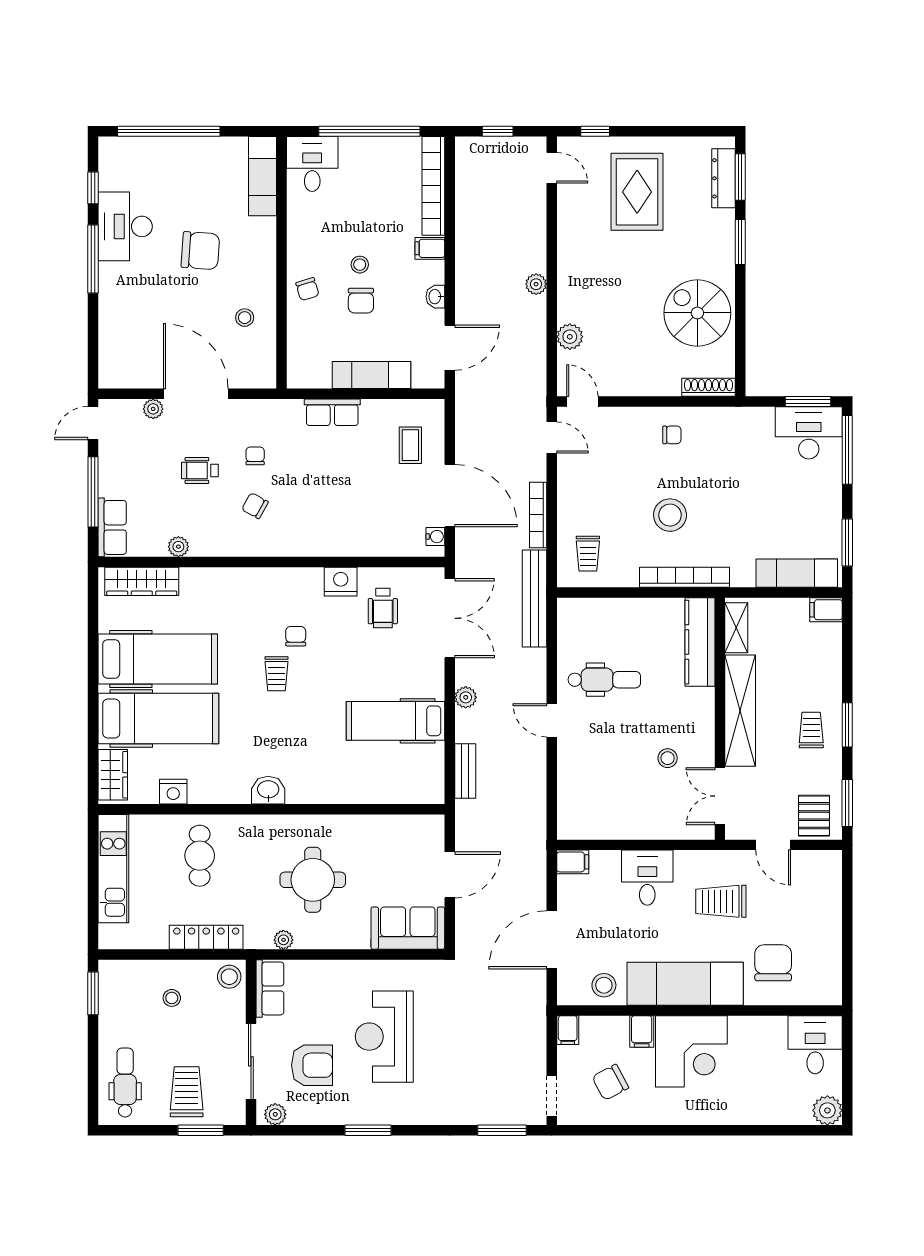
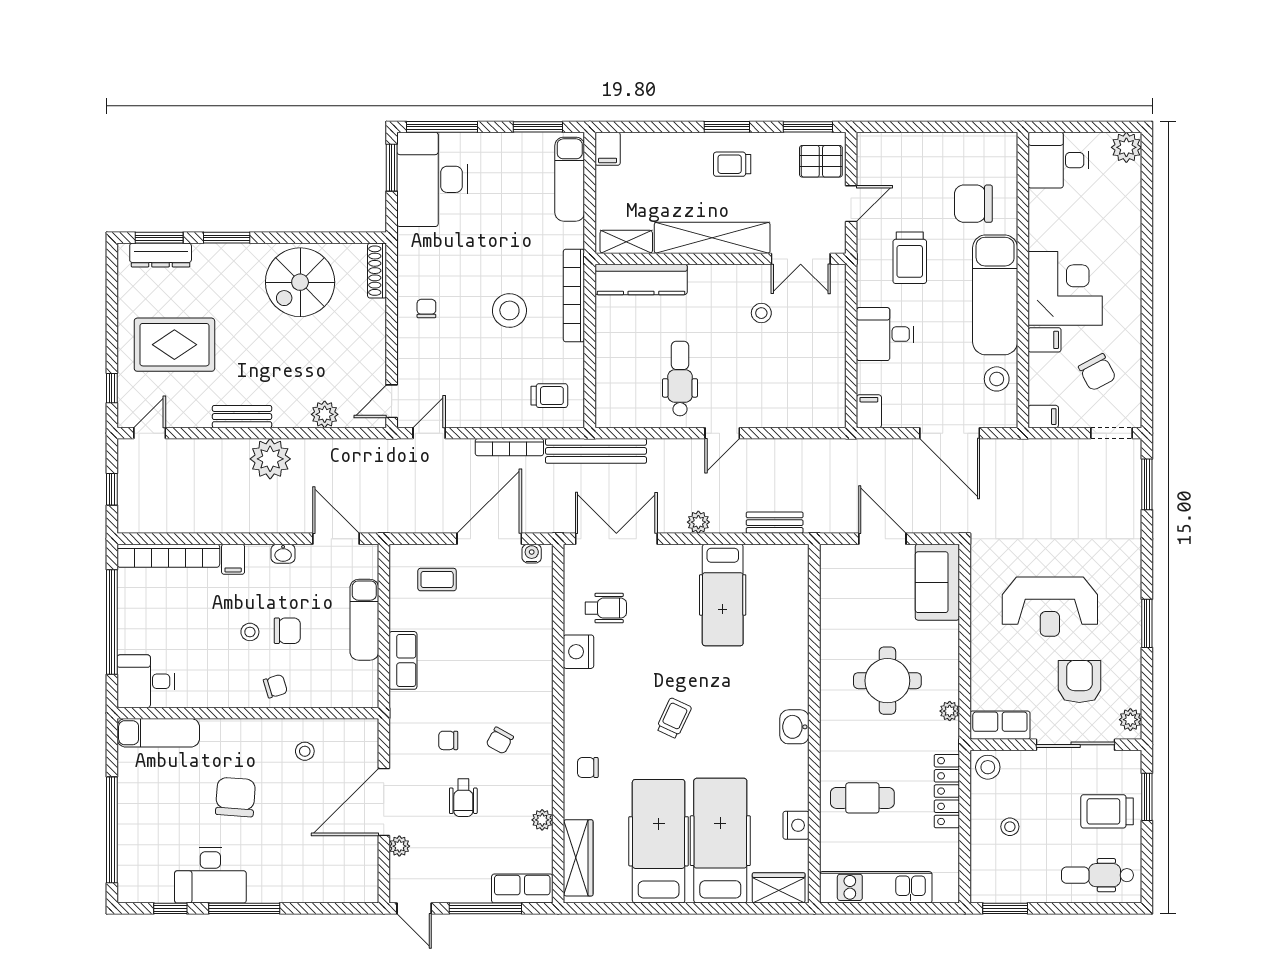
bench: (568, 257) -> (242, 417), added
plant: (536, 284) -> (270, 459), width x1.88, depth x1.88
desk: (809, 433) -> (432, 179), width x1.36, depth x1.30
chair: (296, 636) -> (588, 768), moved
trolley: (277, 674) -> (674, 718), turned -65

